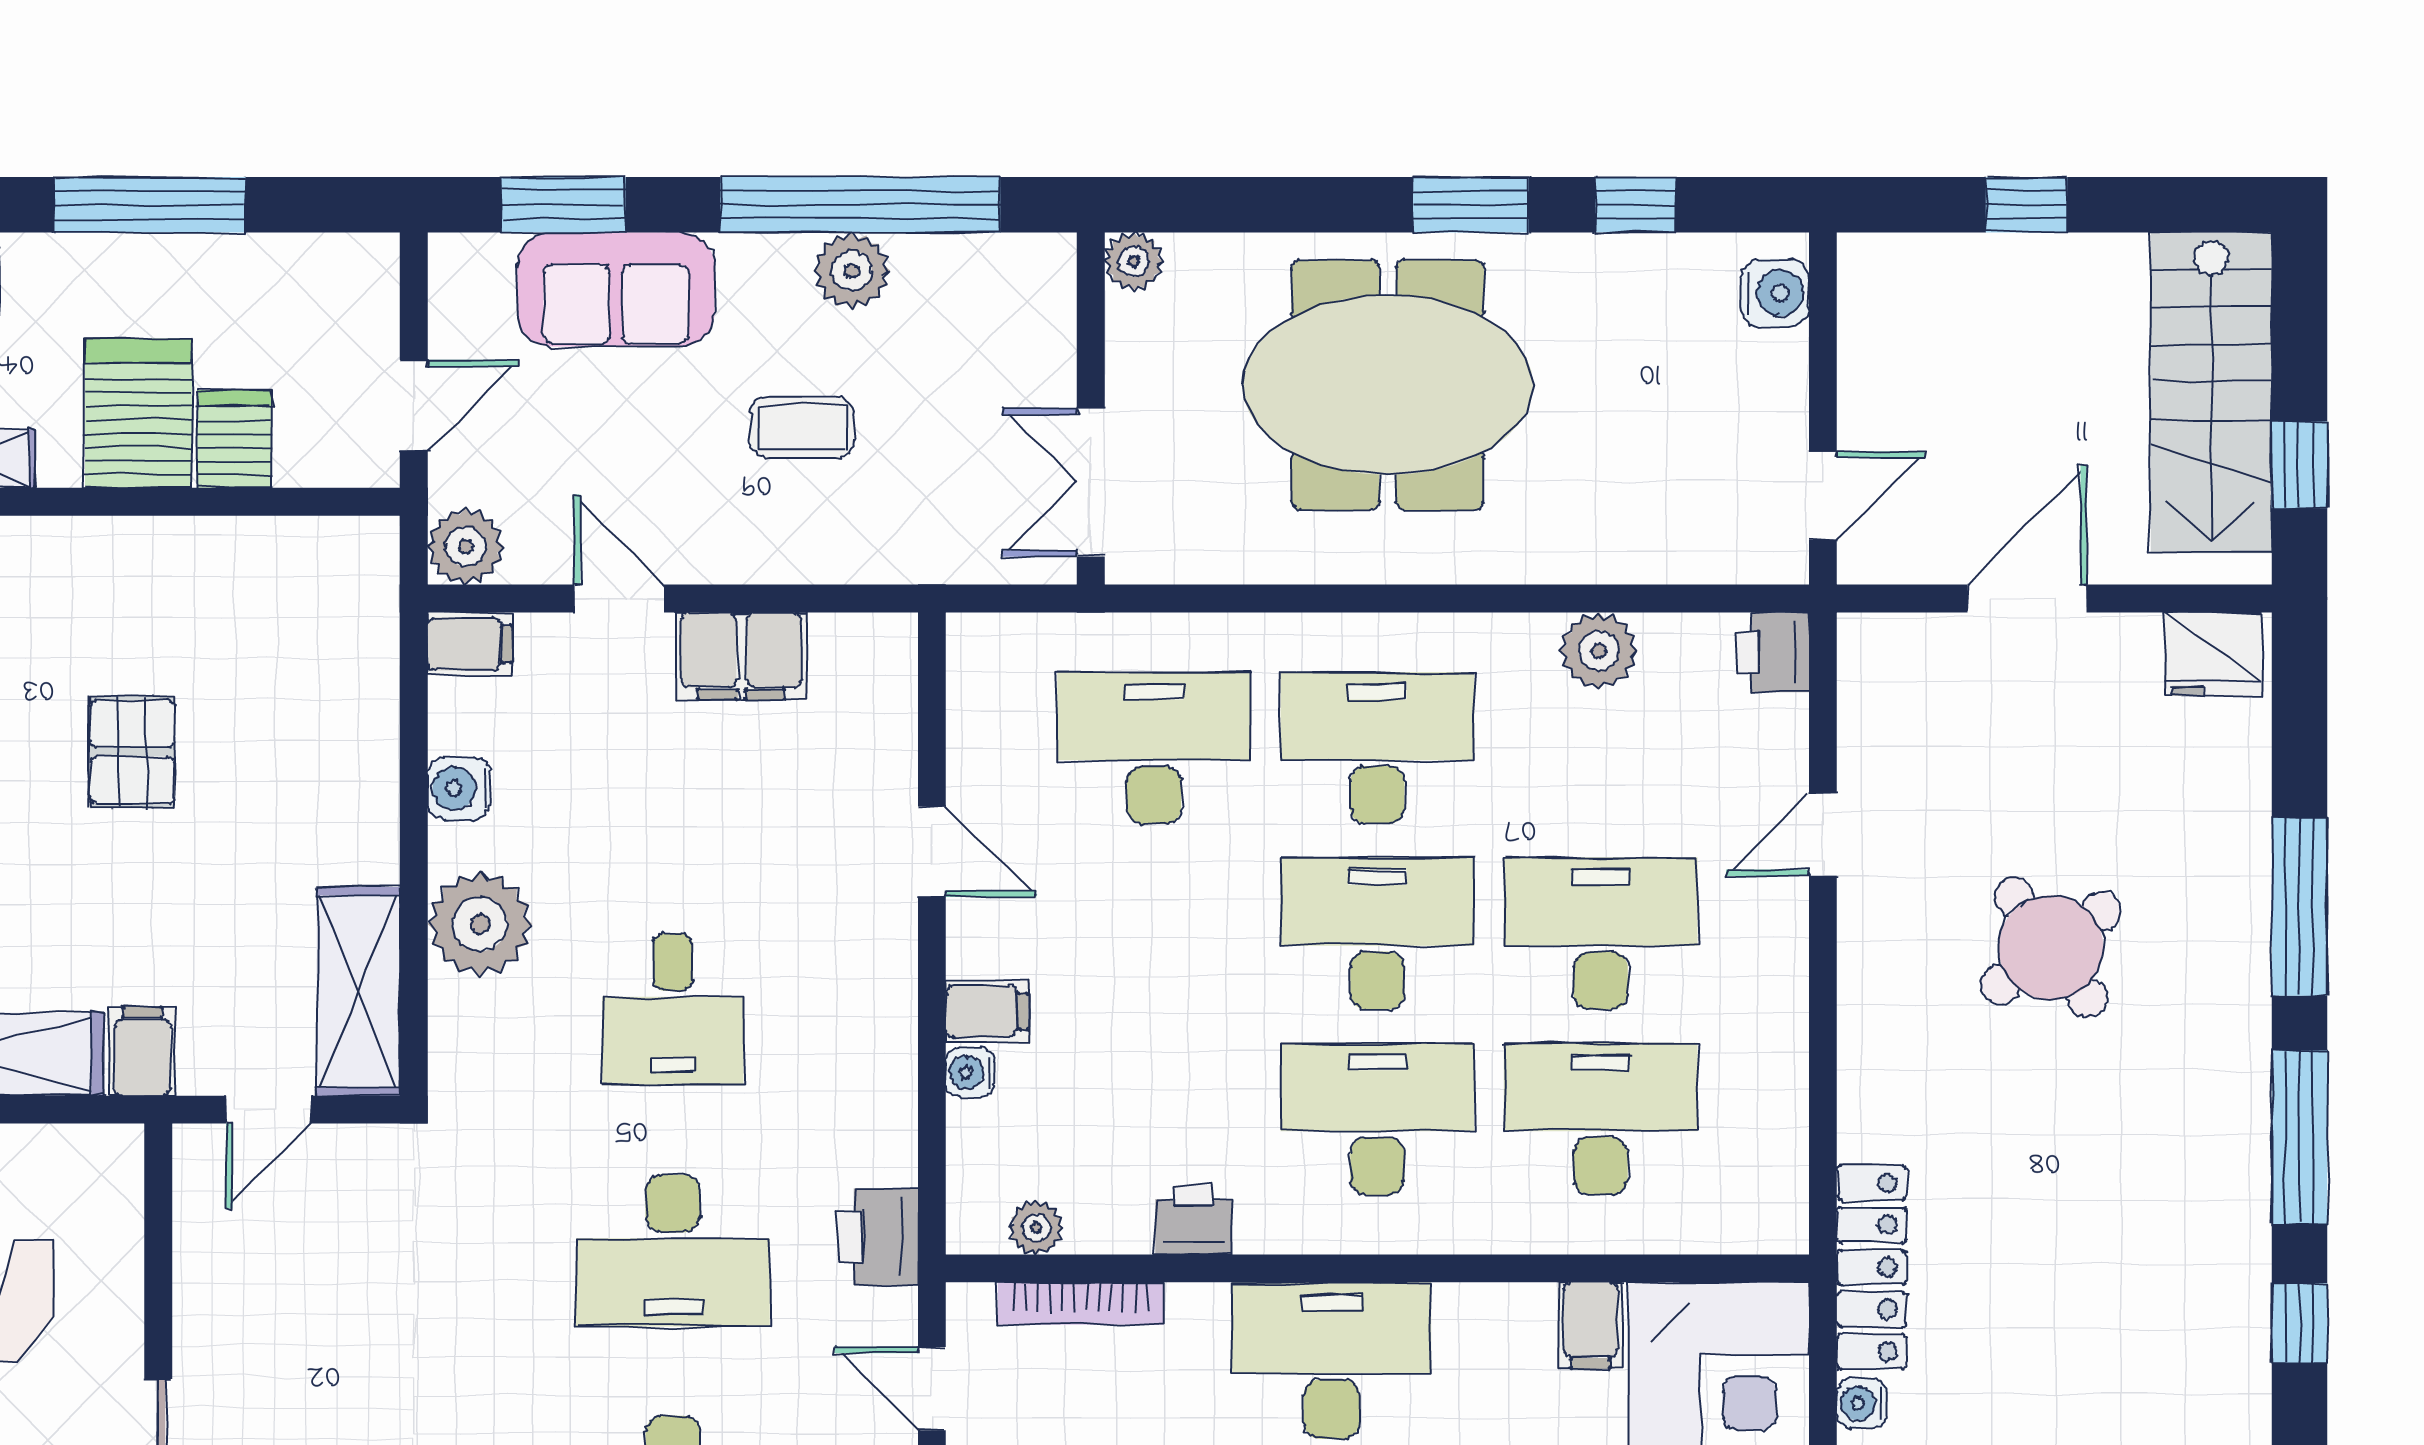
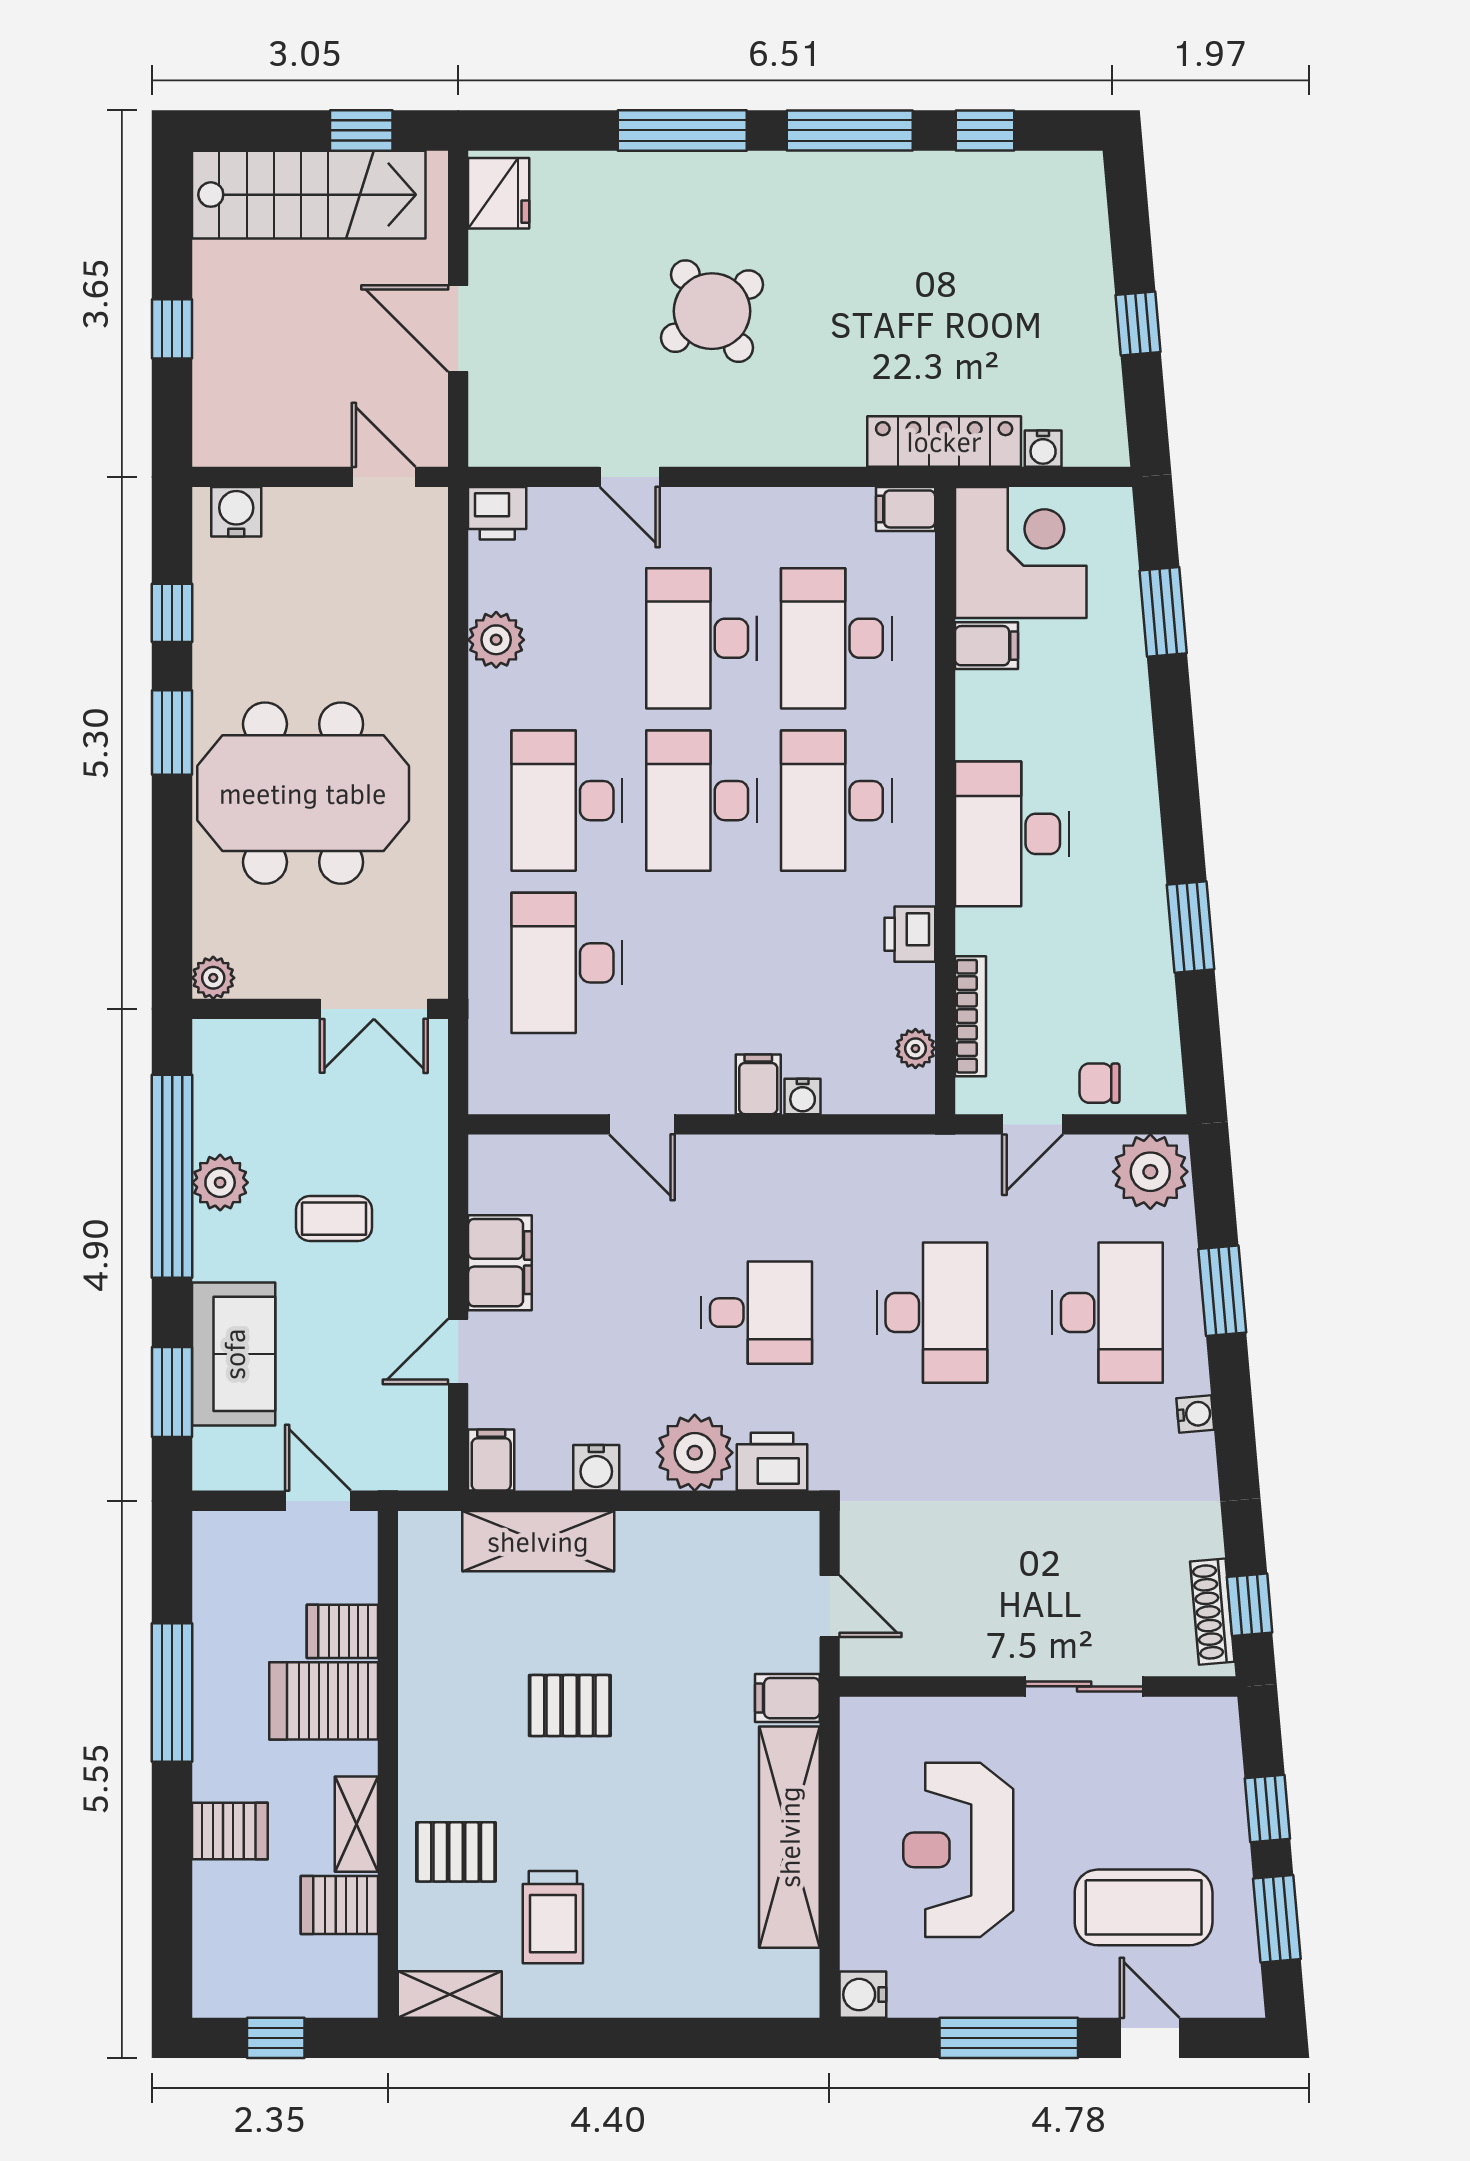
meeting table: (1388, 385) -> (303, 793), turned 90
coffee table: (802, 428) -> (334, 1219), turned 90
plant: (466, 547) -> (420, 1463), removed
door: (932, 852) -> (642, 1124), swing flipped
shelving: (358, 991) -> (538, 1541), moved
filing cabinet: (1779, 1214) -> (906, 509), added
printer: (878, 1237) -> (772, 1462), moved, turned 180

